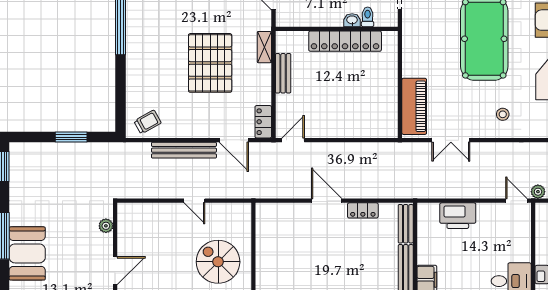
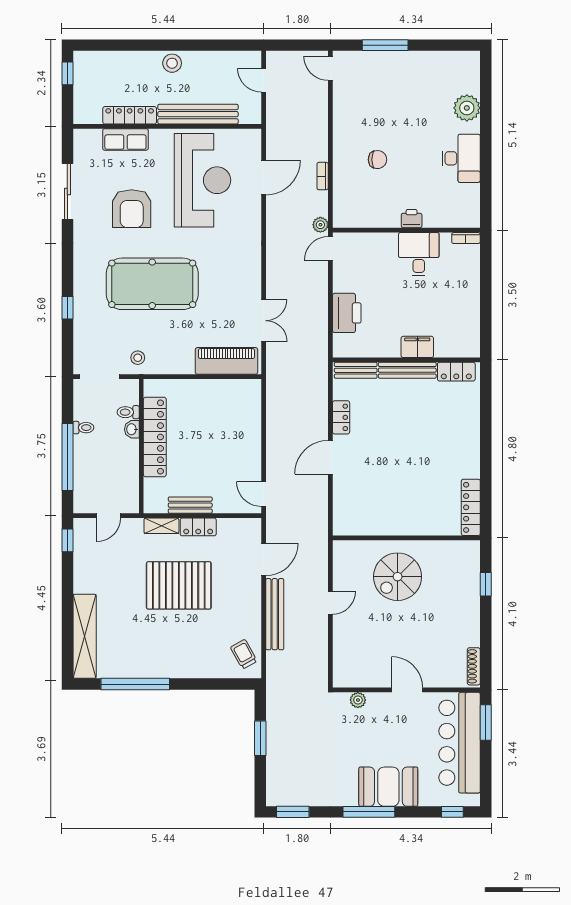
stool: (503, 114) -> (138, 358), moved
locker: (263, 122) -> (198, 527), moved

